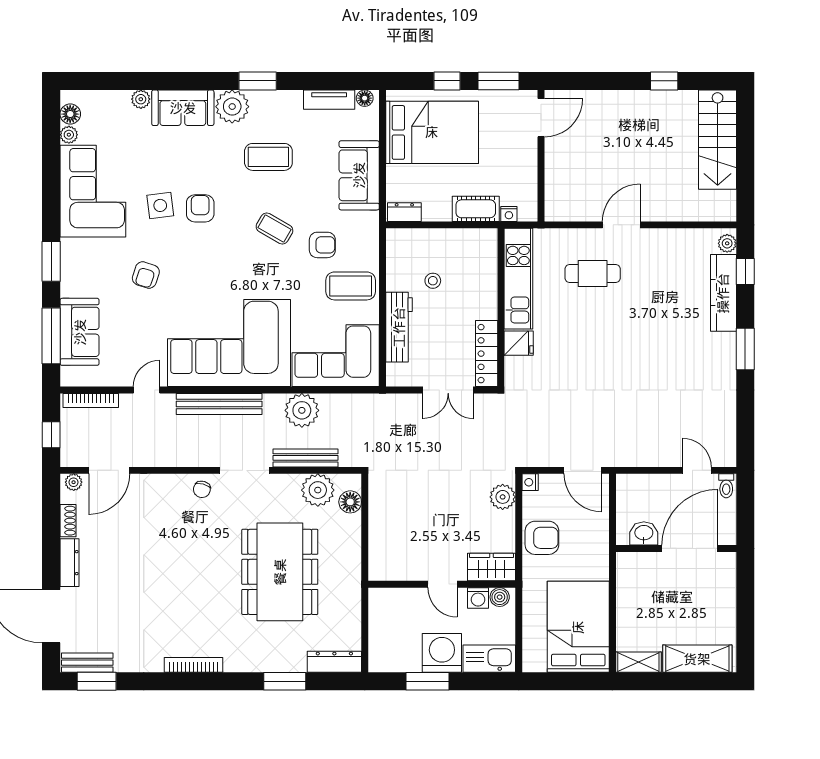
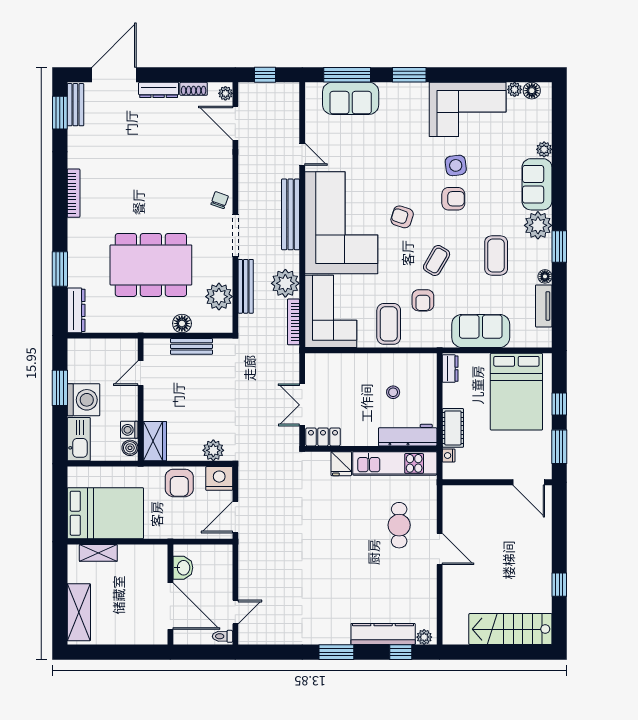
floor lamp: (365, 98) -> (545, 276), moved
armchair: (146, 275) -> (402, 217), moved
workbench: (399, 327) -> (408, 435), moved, turned 180
locker: (487, 354) -> (323, 437), width x0.66
bookcase: (91, 400) -> (293, 322), moved
nightstand: (530, 482) -> (219, 478), width x1.89, depth x1.79
chair: (202, 489) -> (220, 200), turned 94
floor lamp: (350, 502) -> (182, 323), moved
bench: (378, 523) -> (191, 346), added
door: (443, 584) -> (141, 373), moved
shelving: (638, 662) -> (98, 553), moved, turned 90

